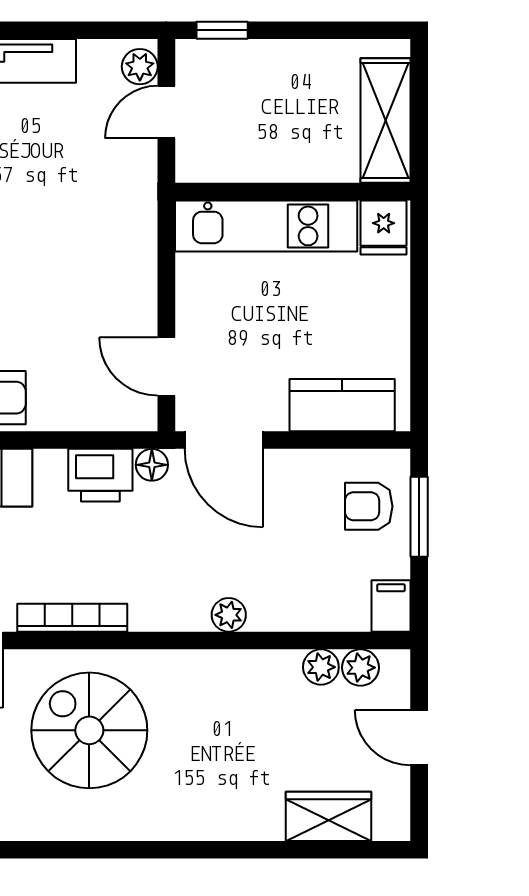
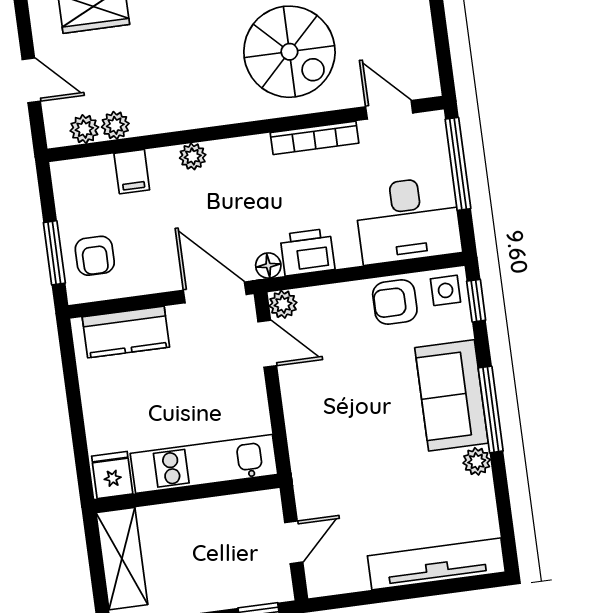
plant: (140, 67) -> (283, 304), moved
armchair: (369, 506) -> (95, 256), turned 90
filing cabinet: (391, 606) -> (132, 172), moved

